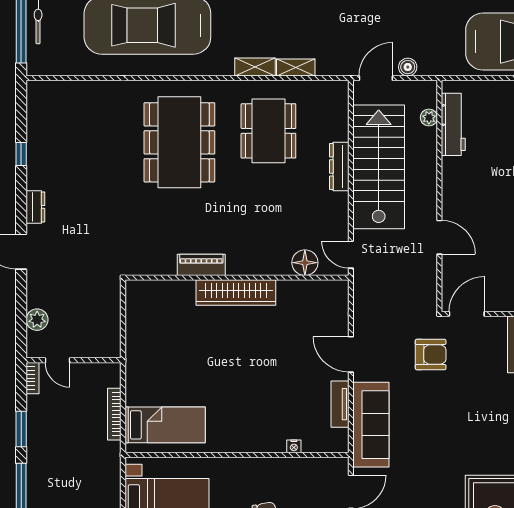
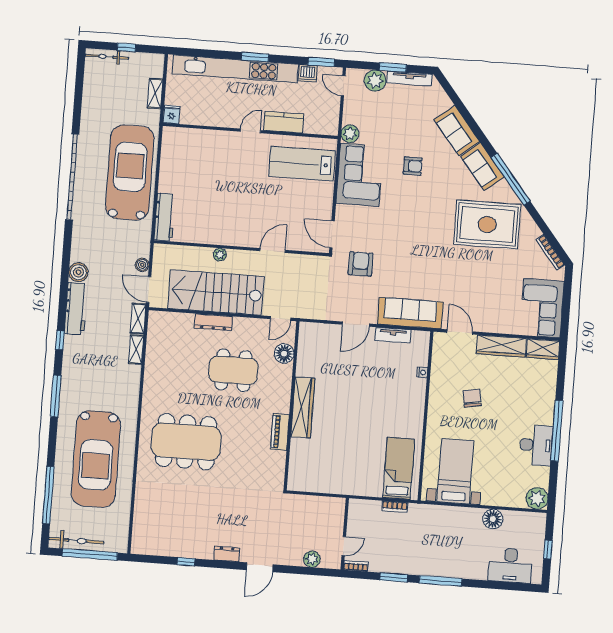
shelving: (255, 67) -> (138, 319), moved
plant: (429, 118) -> (220, 255), moved
workbench: (453, 124) -> (165, 217), moved, turned 90
dining table: (268, 131) -> (233, 370), moved
bookcase: (114, 414) -> (395, 507), width x0.64

